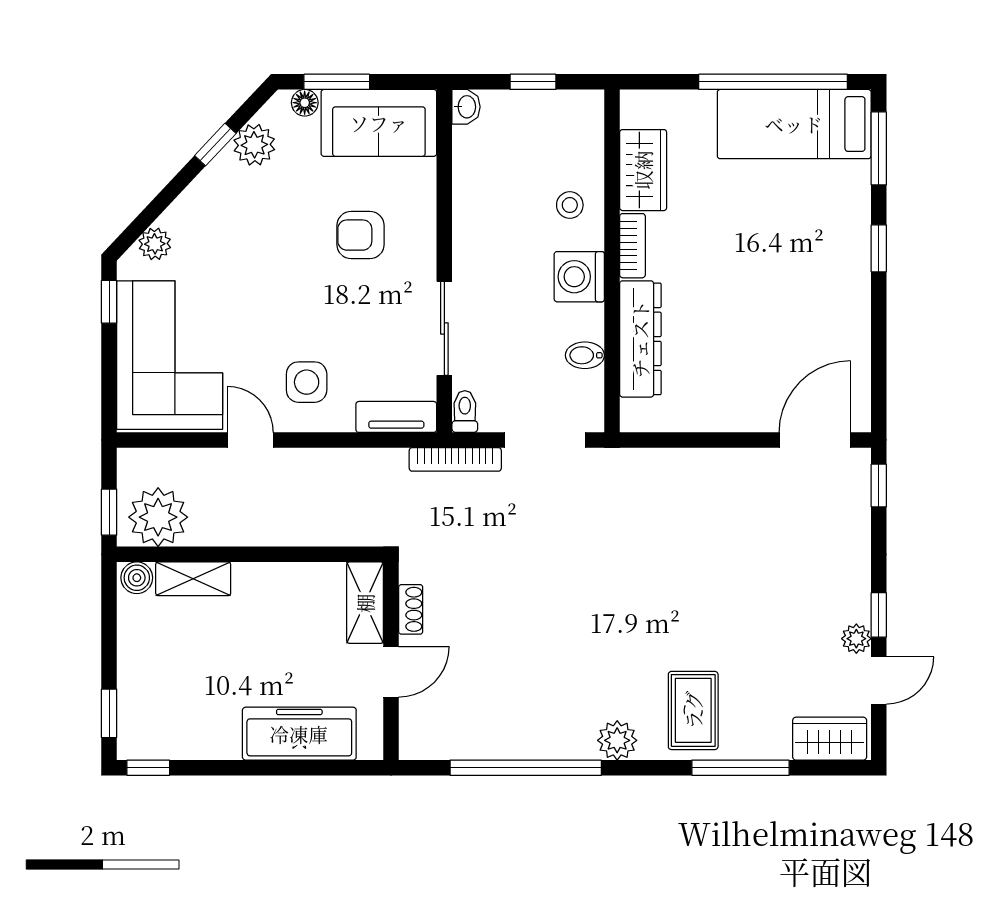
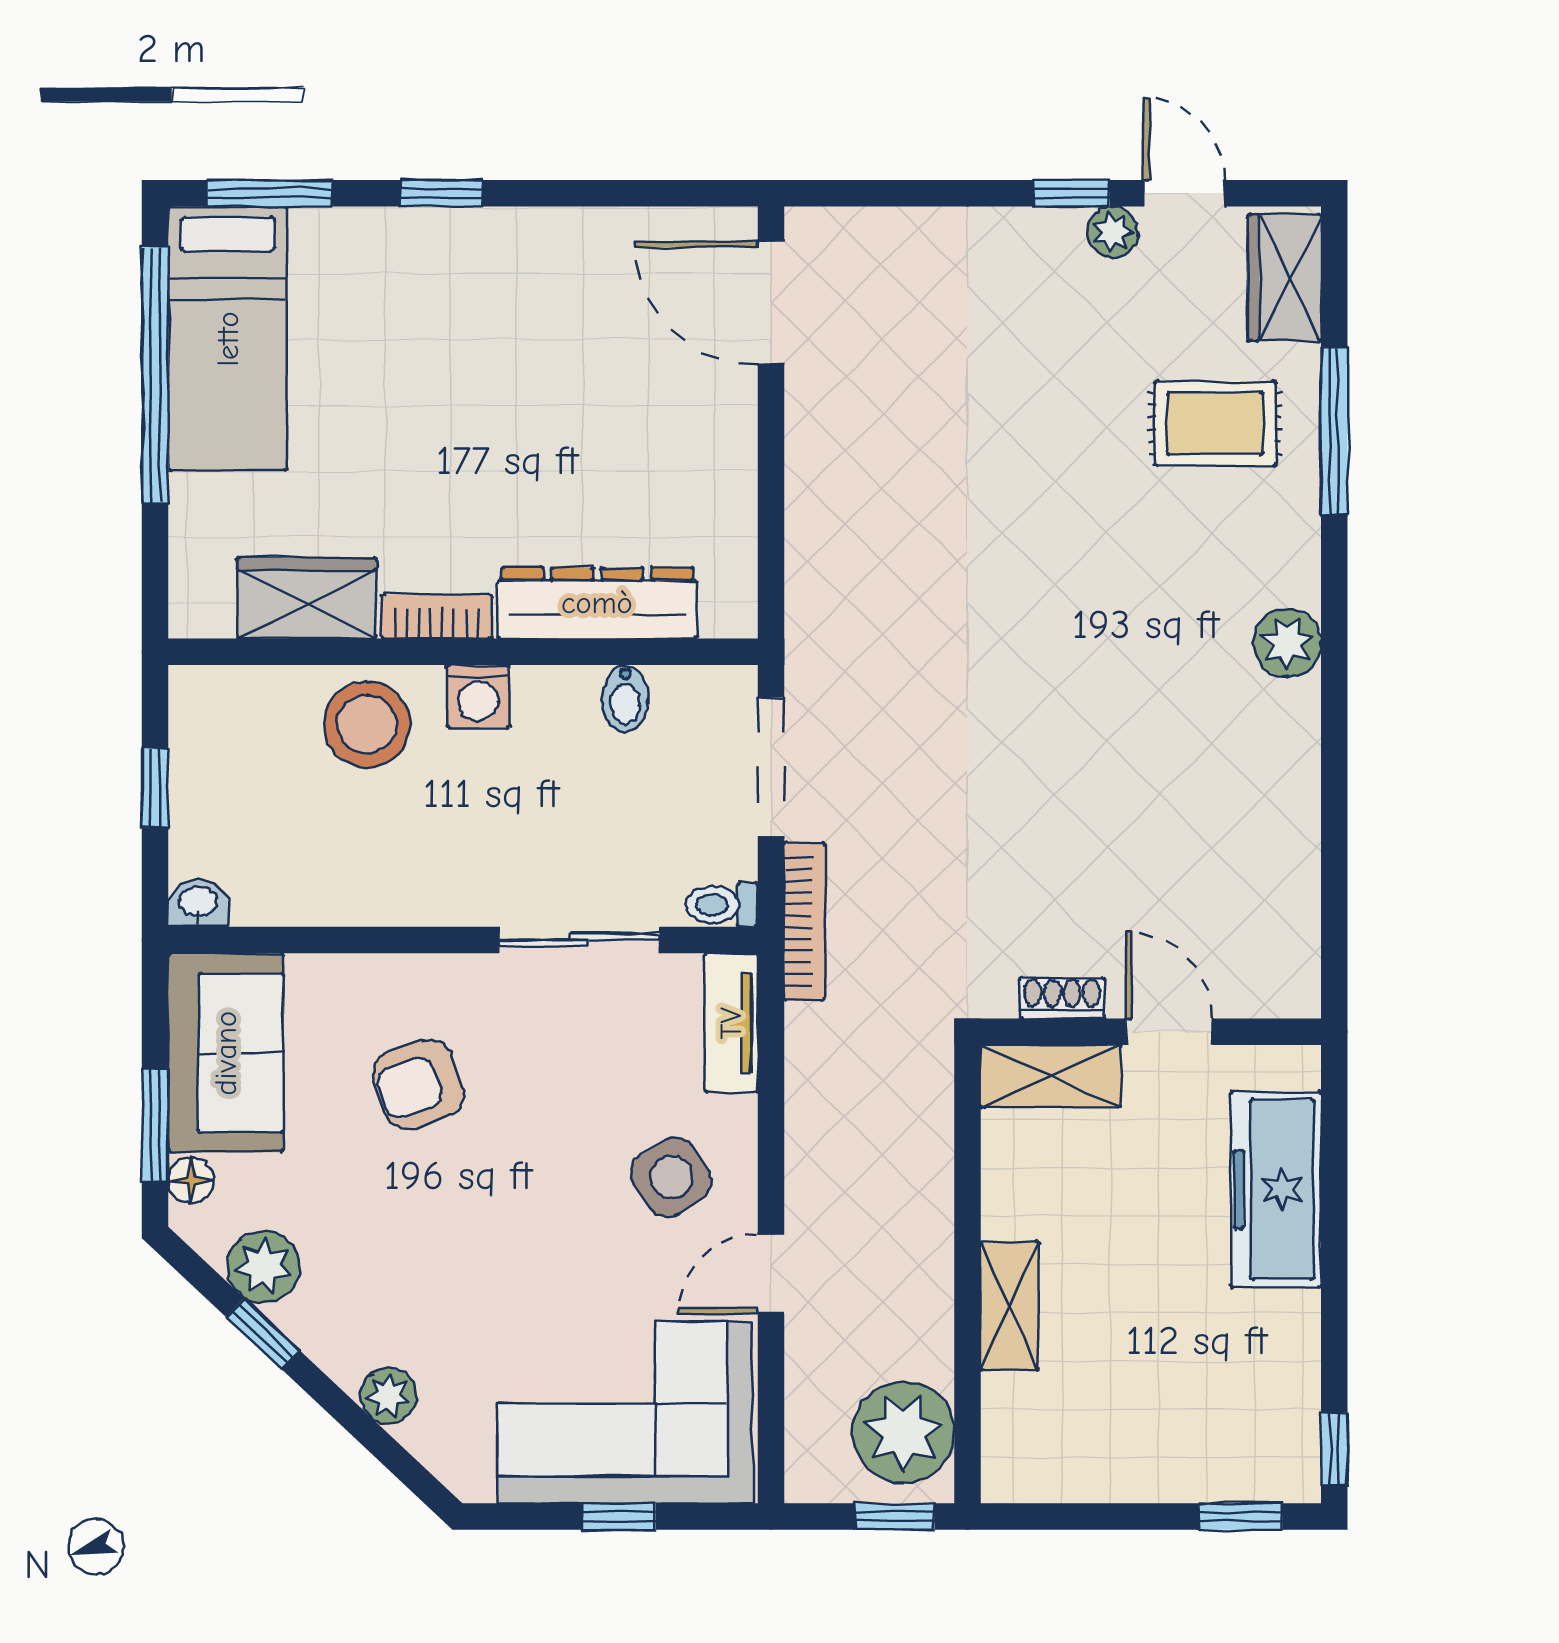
stool: (570, 205) -> (367, 724), width x1.89, depth x1.89
armchair: (360, 235) -> (419, 1084), turned 71
plant: (155, 244) -> (389, 1396), moved
washing machine: (579, 277) -> (478, 696), width x0.73, depth x0.73
window: (109, 302) -> (619, 1517), moved
side table: (307, 382) -> (671, 1177), turned -33
window: (879, 485) -> (849, 193), removed
boiler: (137, 578) -> (1008, 1469), removed
shelving: (193, 579) -> (1010, 1306), moved
rug: (693, 710) -> (1215, 423), moved
window: (526, 768) -> (1334, 800), removed

